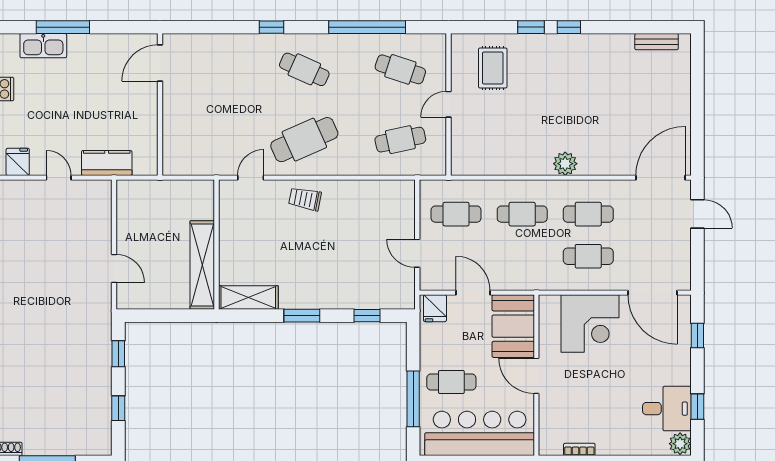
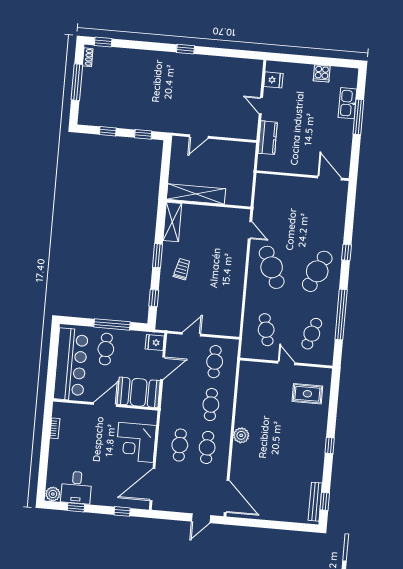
window: (531, 27) -> (325, 501), moved
bench: (657, 42) -> (315, 502), width x1.36
cafe table: (304, 69) -> (317, 271), width x1.37, depth x1.35
door: (59, 178) -> (261, 106), swing flipped
trolley: (305, 199) -> (182, 269), moved
window: (413, 399) -> (112, 324), moved

